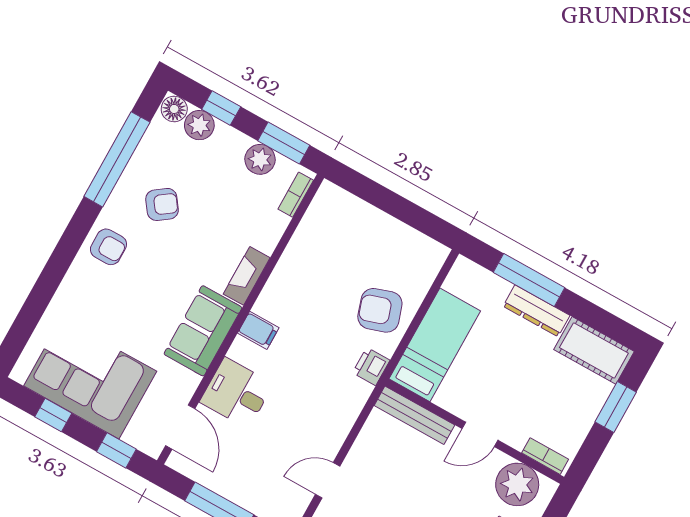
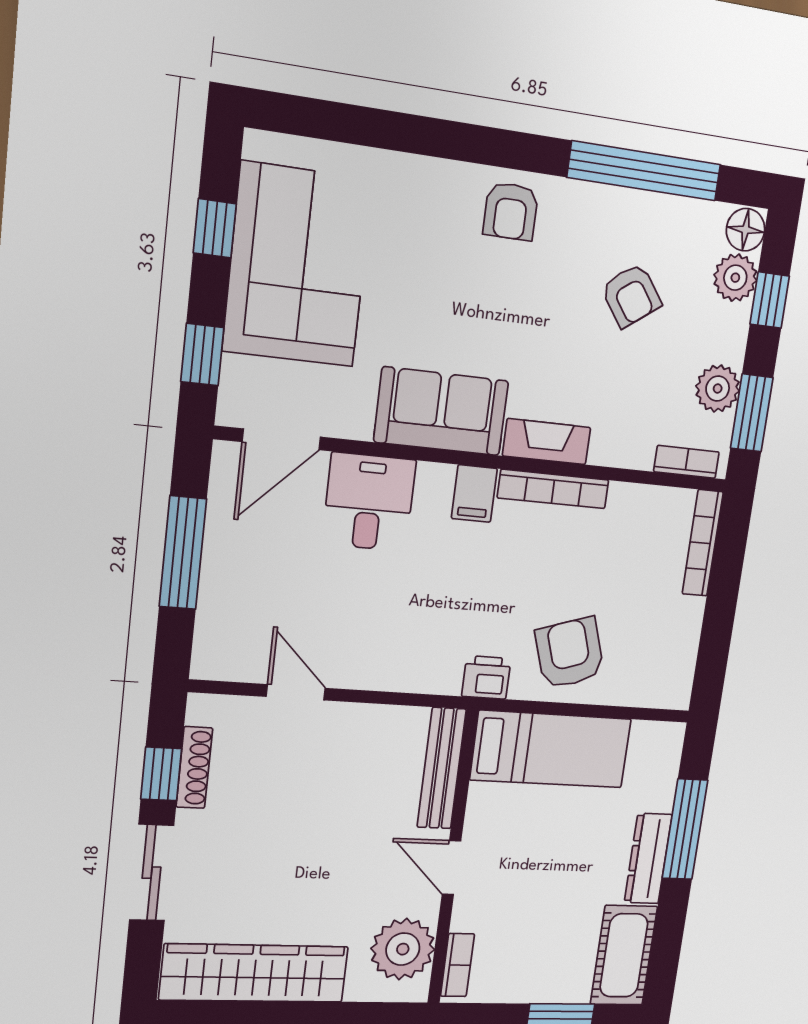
bookcase: (350, 202) -> (703, 543), added
armchair: (162, 204) -> (631, 296), moved
bookcase: (276, 282) -> (553, 489), added

